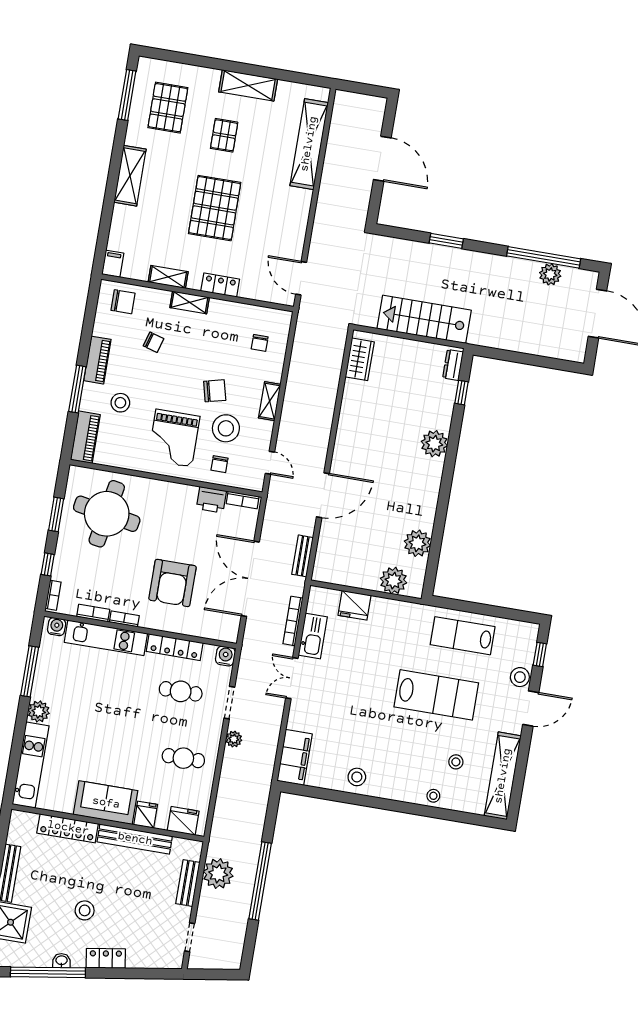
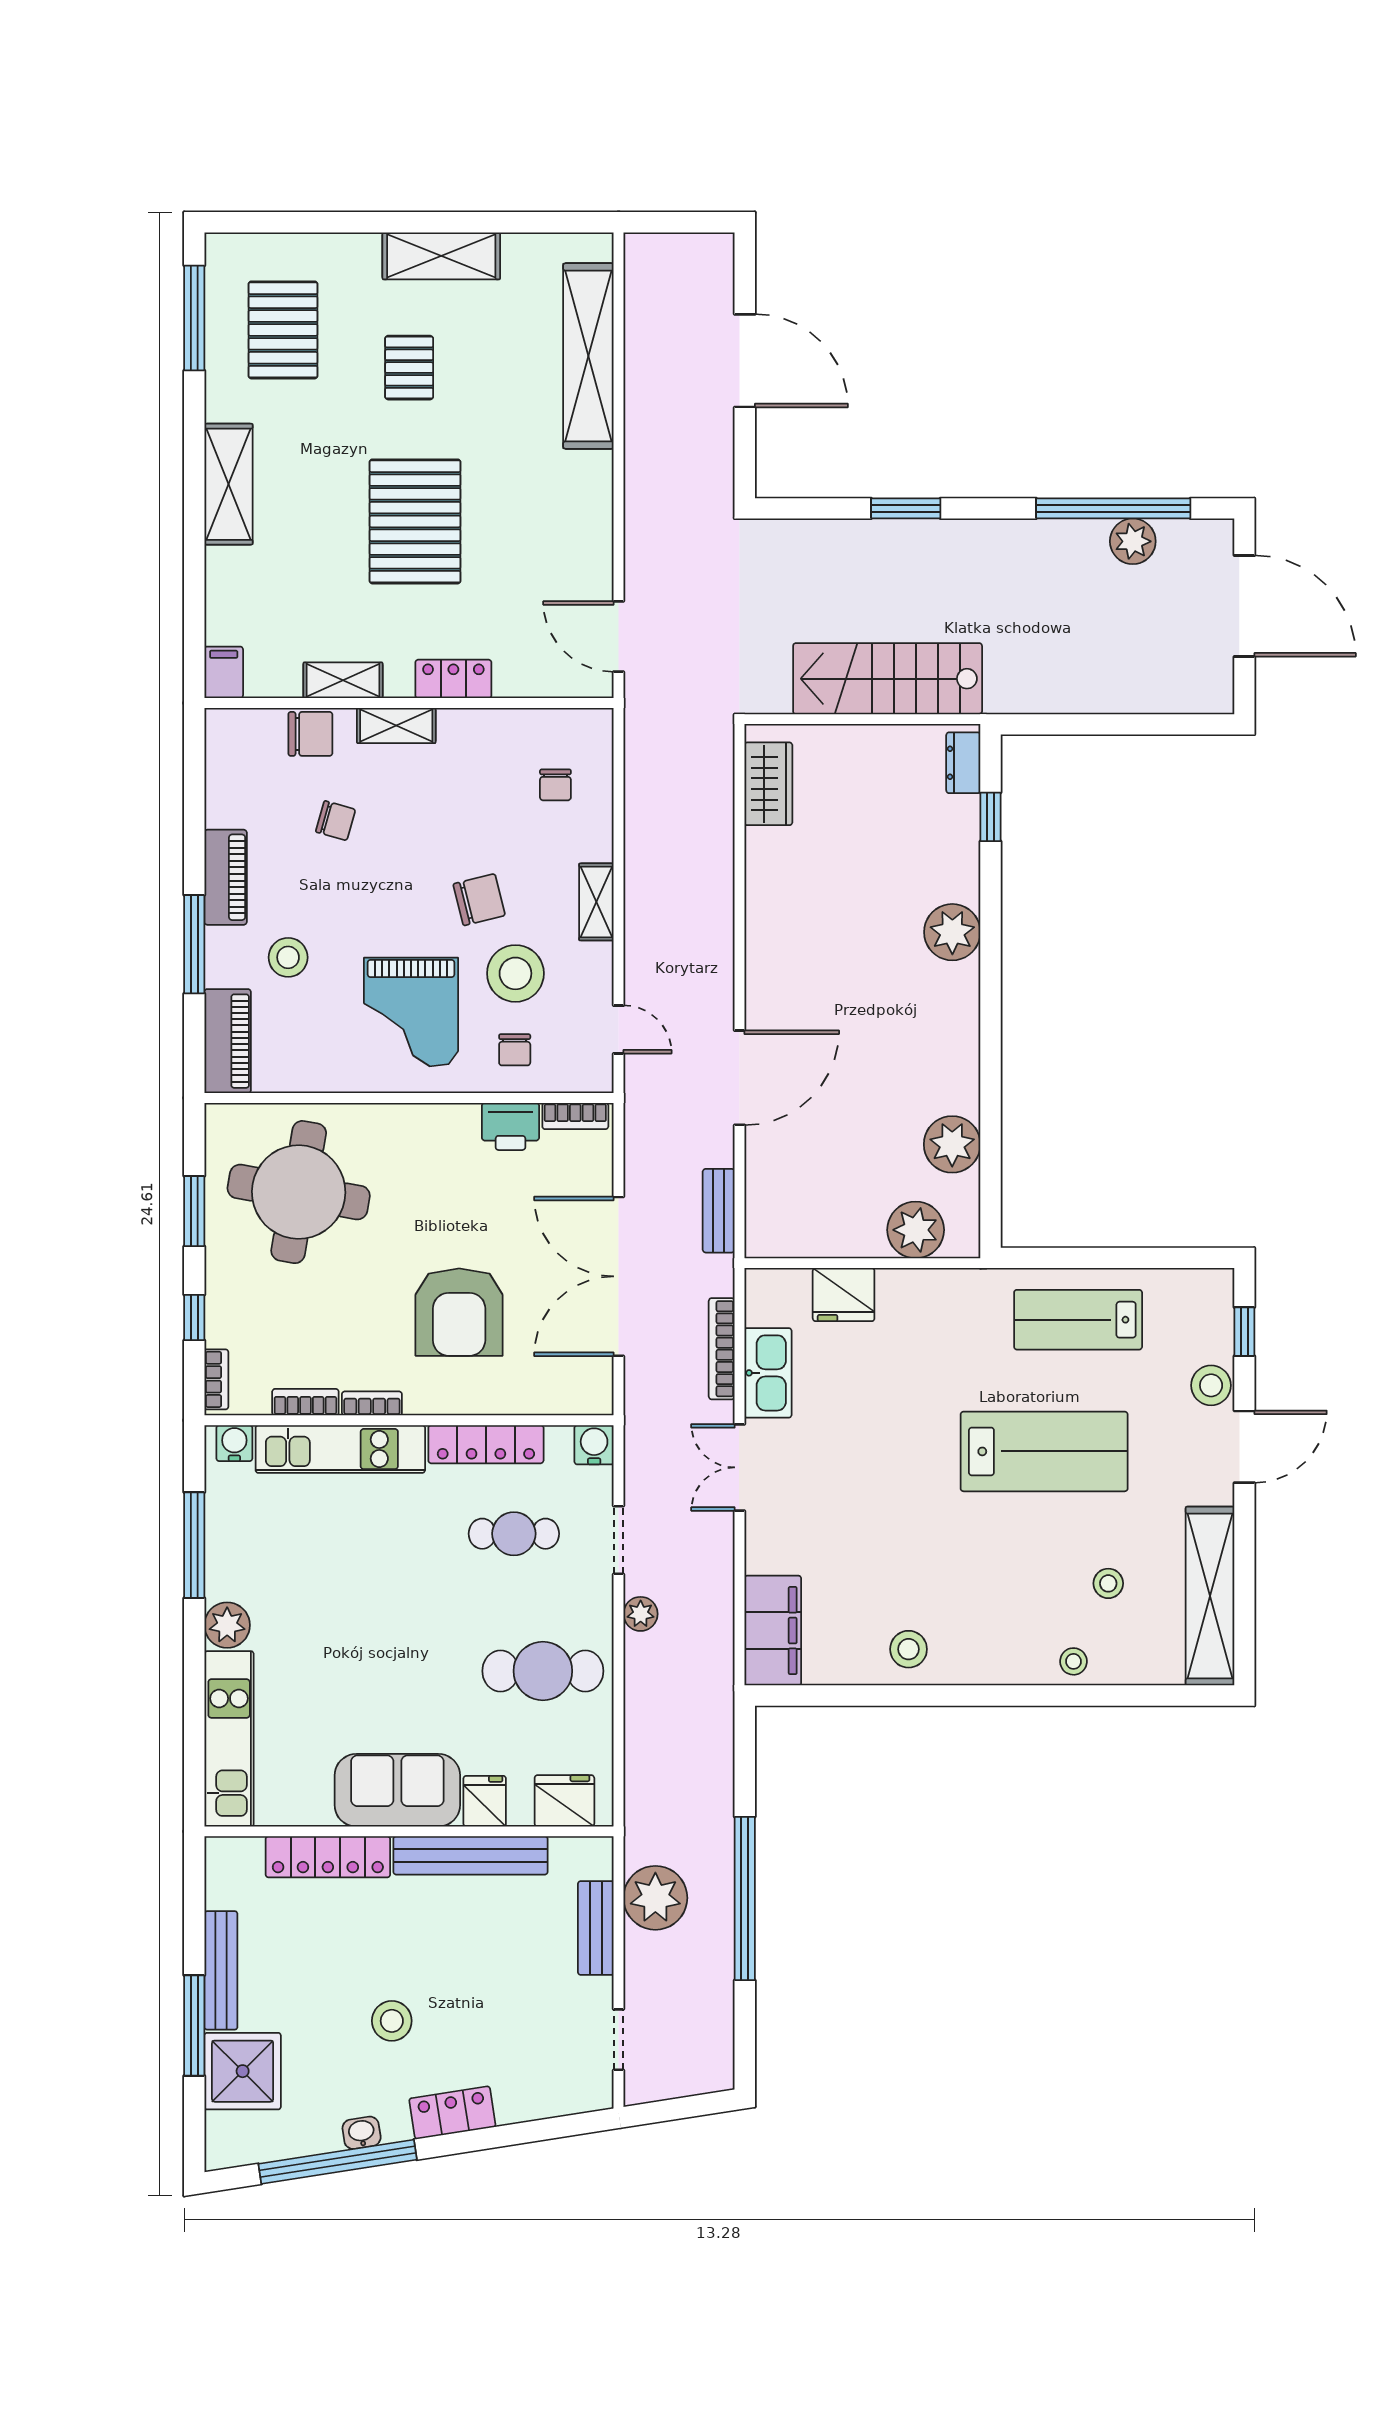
chair: (123, 302) -> (310, 734), moved
cafe table: (183, 758) -> (543, 1671), width x1.37, depth x1.35

